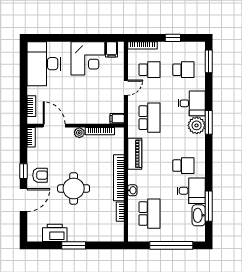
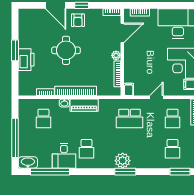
door: (126, 88) -> (156, 97), swing flipped
desk: (192, 103) -> (142, 156), removed
piano: (135, 154) -> (84, 105), moved
window: (209, 206) -> (50, 172), width x1.46
school desk: (150, 214) -> (43, 118), width x0.54
washbasin: (199, 215) -> (28, 162), moved
printer: (55, 233) -> (26, 60), moved

